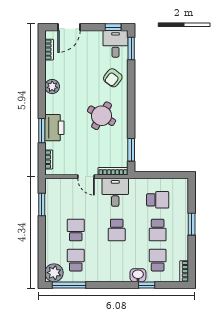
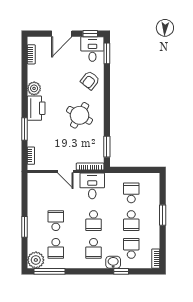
door: (69, 27) -> (62, 34), moved
printer: (54, 128) -> (36, 108), moved
school desk: (158, 200) -> (131, 193), turned -90
window: (42, 204) -> (24, 227), moved
school desk: (76, 260) -> (56, 248), turned 180
school desk: (117, 260) -> (94, 248), added

